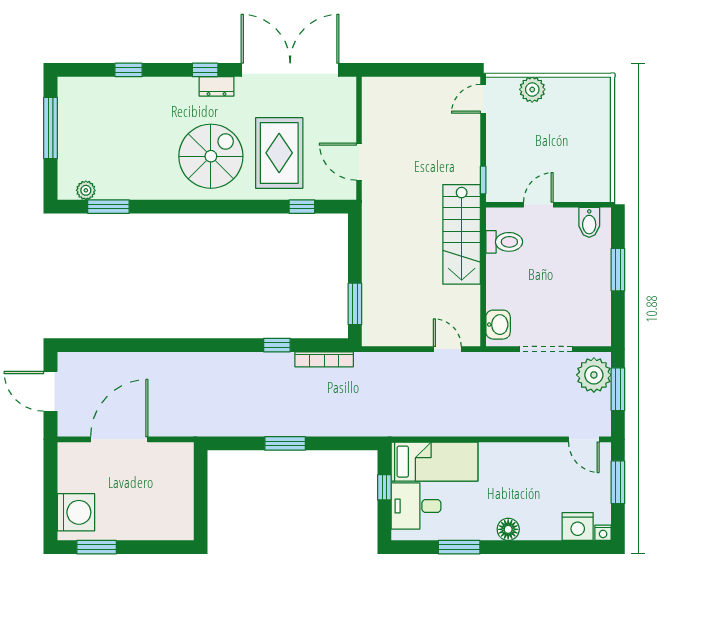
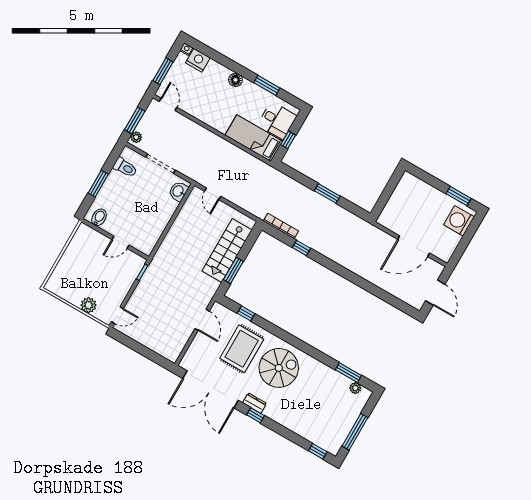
window: (129, 70) -> (318, 451), moved
spiral stairs: (211, 156) -> (279, 368), turned 180
stairs: (462, 234) -> (227, 250), moved, turned 180
toilet: (504, 242) -> (125, 168), moved, turned 180
window: (355, 304) -> (233, 271), moved
plant: (594, 375) -> (136, 137), width x0.53, depth x0.53

